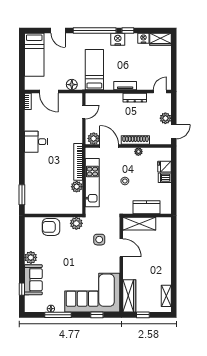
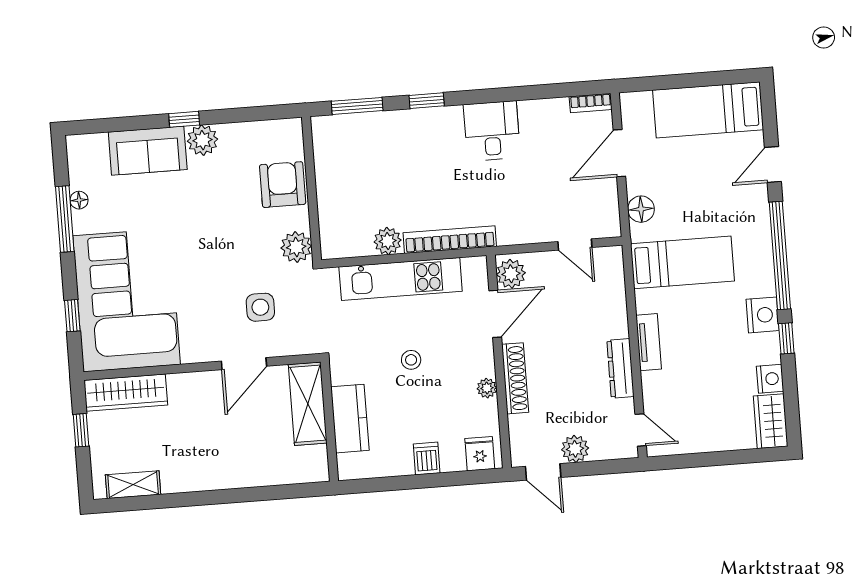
window: (22, 167) -> (427, 101), added
fridge: (164, 167) -> (480, 454), moved
window: (22, 289) -> (184, 119), moved

